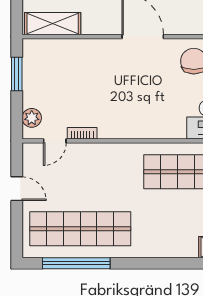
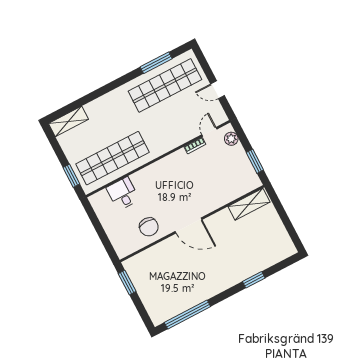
window: (76, 263) -> (156, 63), width x0.68

